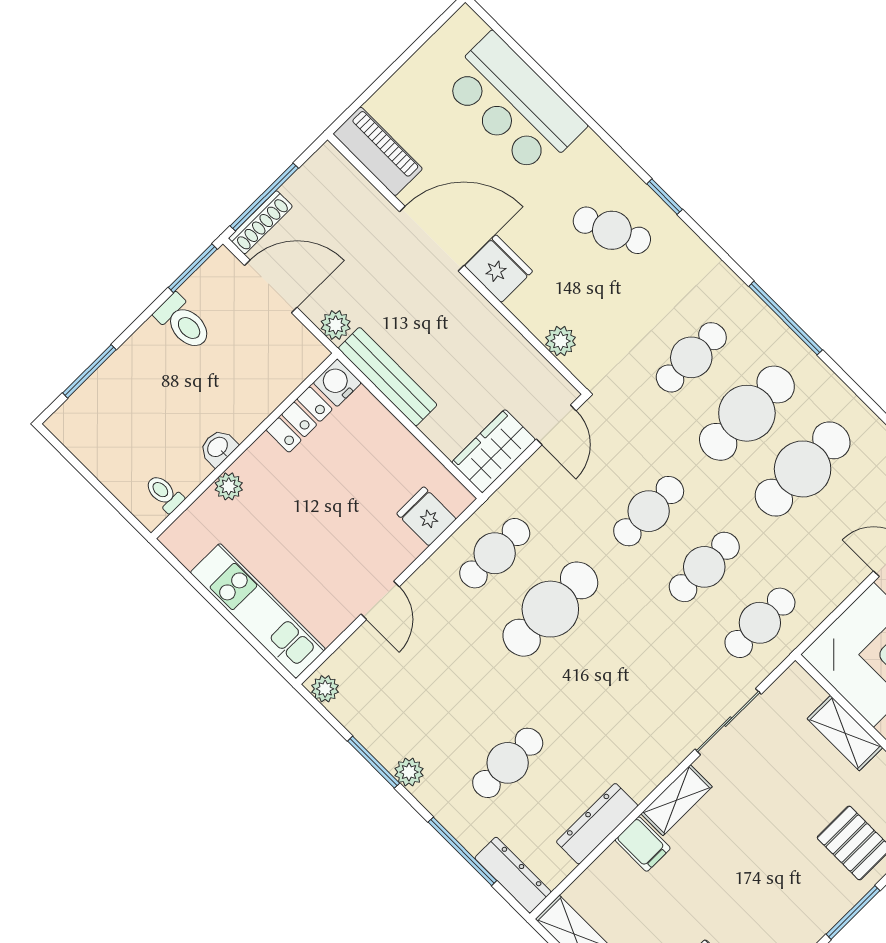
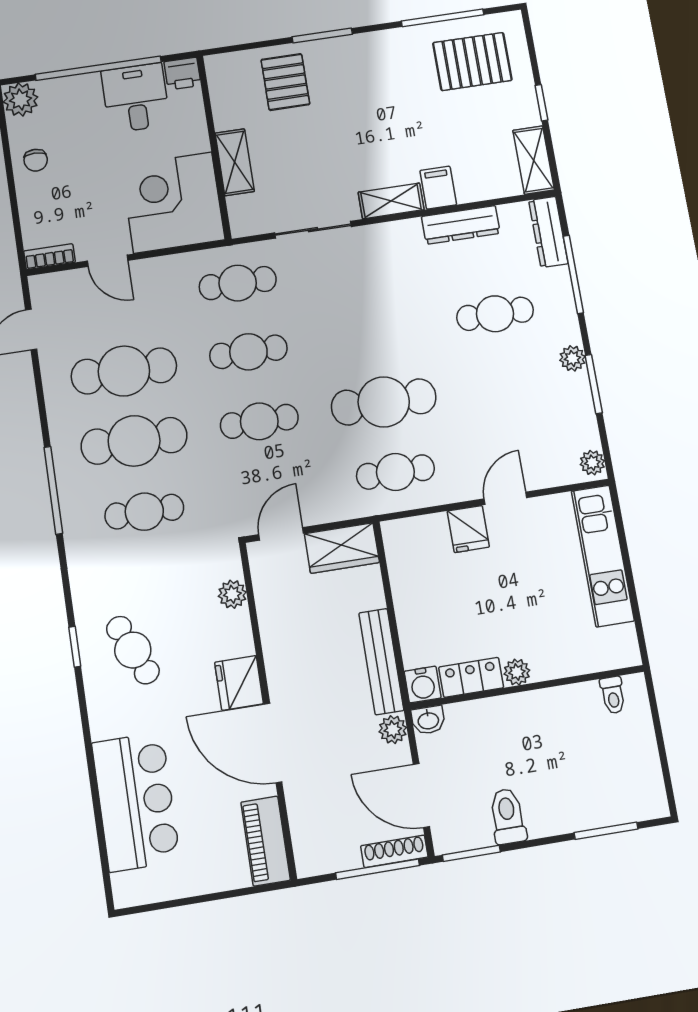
washbasin: (218, 447) -> (428, 720), moved
plant: (229, 486) -> (517, 672), moved
fridge: (426, 516) -> (468, 529), moved

